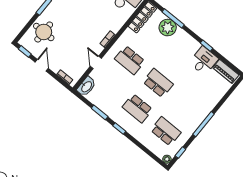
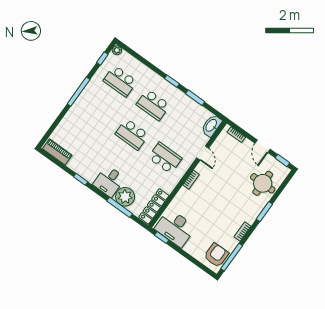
desk: (204, 61) -> (109, 181), moved
school desk: (137, 108) -> (153, 105), turned 180

